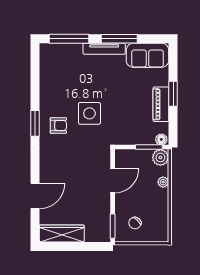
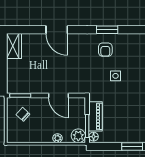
piano: (161, 104) -> (95, 116), moved, turned 90
side table: (89, 113) -> (116, 76), width x0.54, depth x0.54
door: (35, 196) -> (57, 30), moved
wardrobe: (62, 234) -> (14, 46), width x0.67

